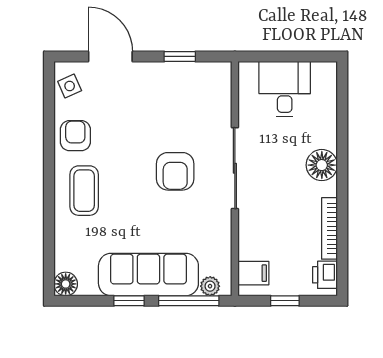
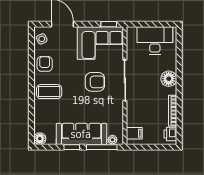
window: (180, 56) -> (109, 24), moved
desk: (285, 89) -> (155, 40), width x1.37
corner sofa: (186, 94) -> (100, 43), added
armchair: (175, 171) -> (95, 82), turned -90
coffee table: (84, 191) -> (49, 92), turned 90
window: (285, 301) -> (150, 147), removed

